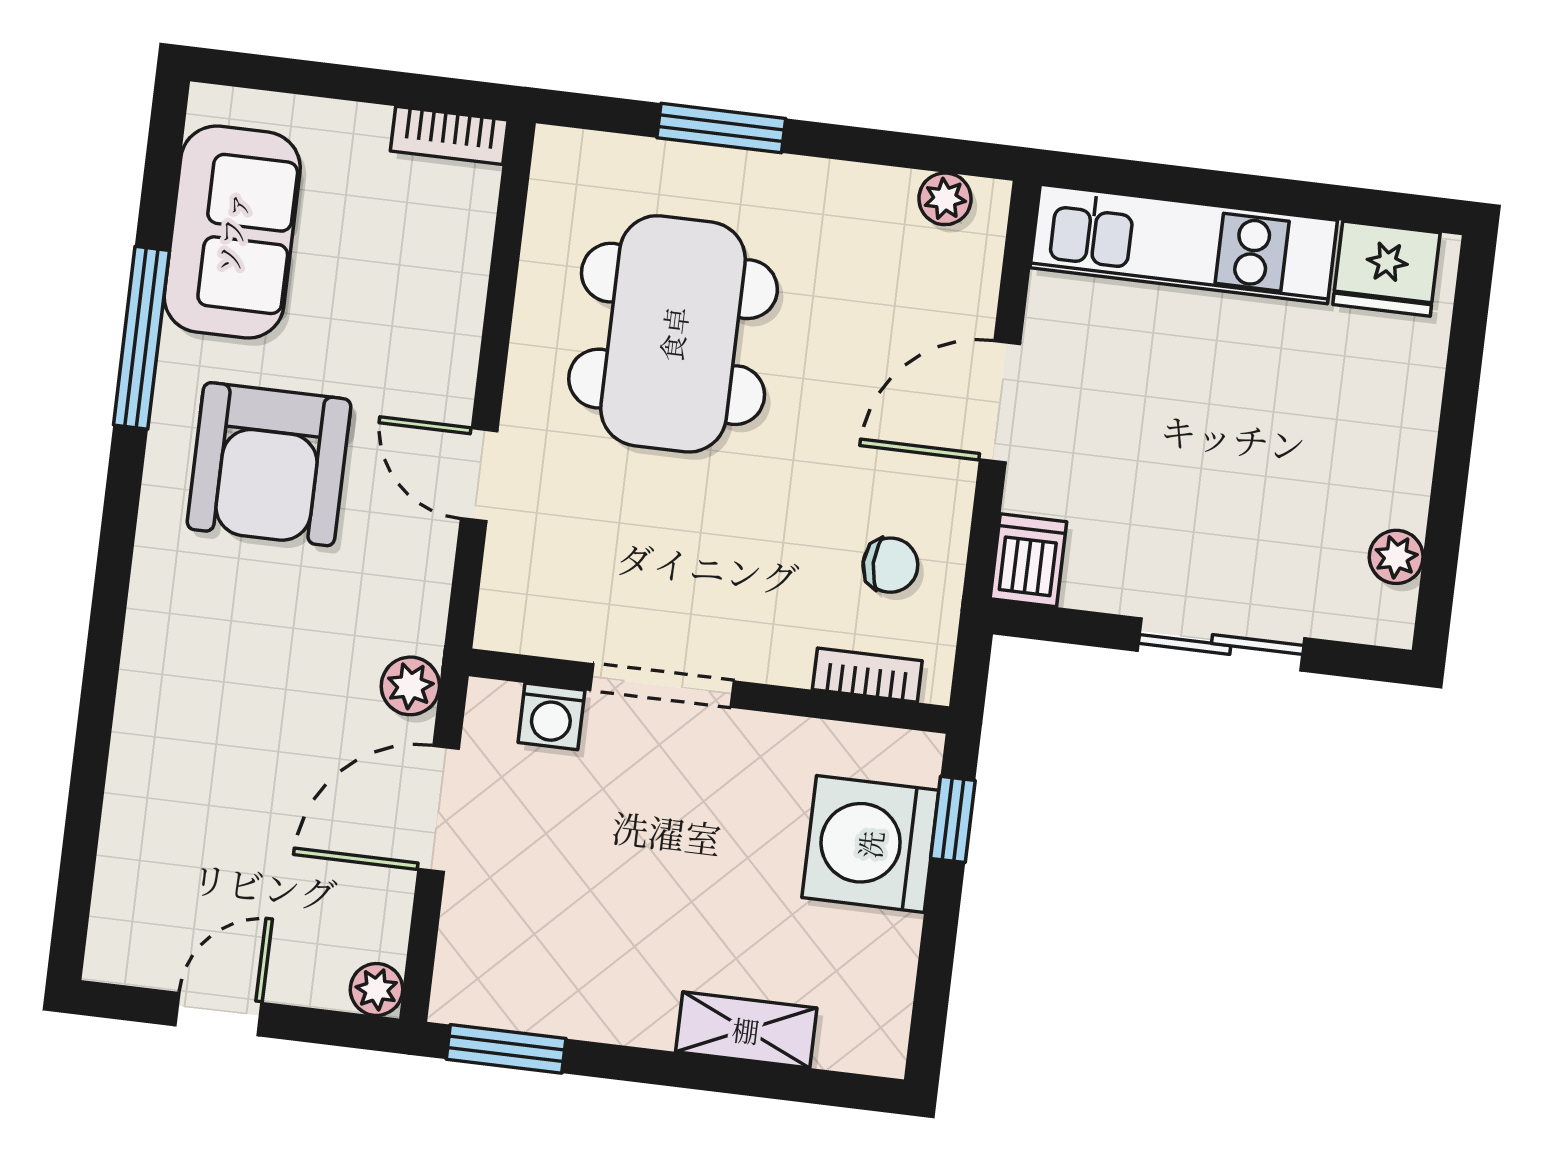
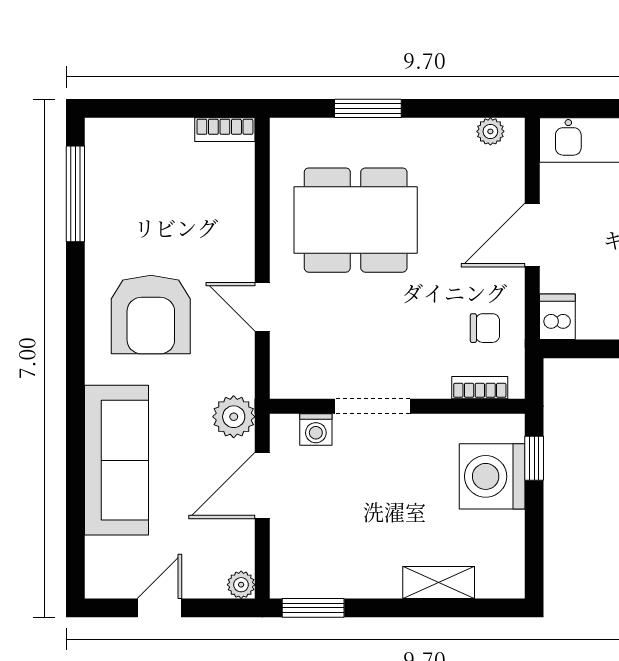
sofa: (232, 232) -> (117, 460), moved, width x1.36
dining table: (673, 334) -> (356, 220), turned 90
window: (141, 338) -> (75, 194), moved
plant: (410, 686) -> (234, 417), width x1.38, depth x1.38

